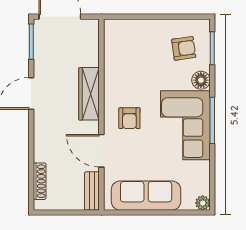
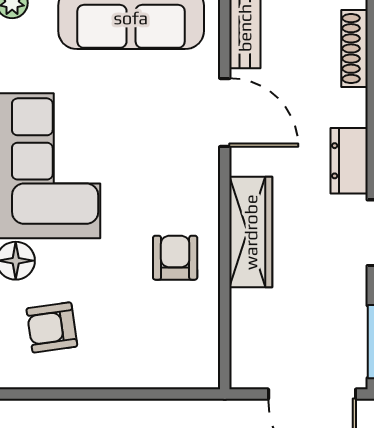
armchair: (129, 118) -> (175, 258), moved
dresser: (42, 128) -> (349, 161), added

